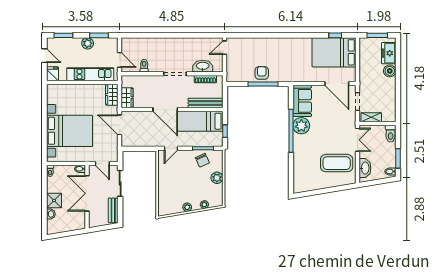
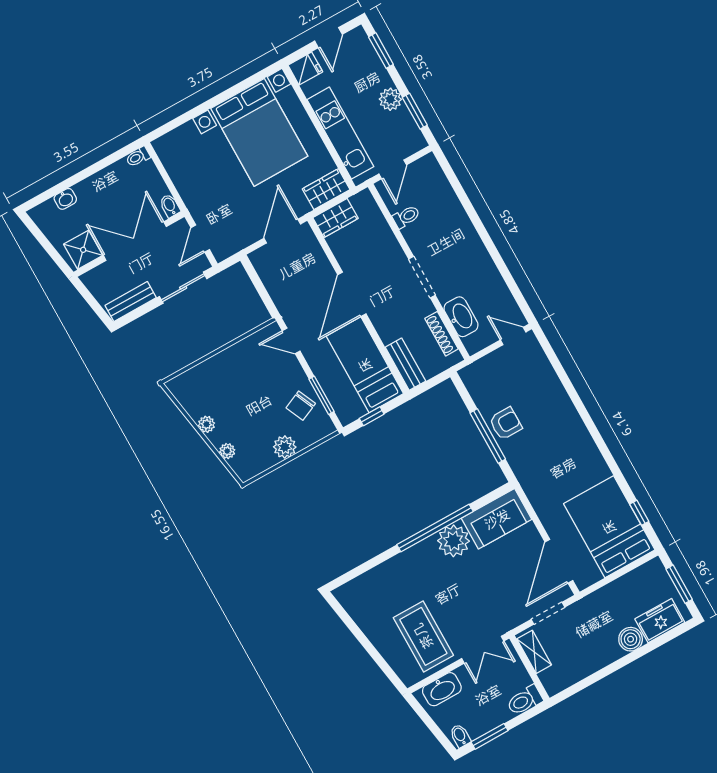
bench: (205, 103) -> (405, 364), width x0.73
bed with nightstands: (69, 131) -> (259, 132), moved
shower: (54, 200) -> (83, 250), moved

